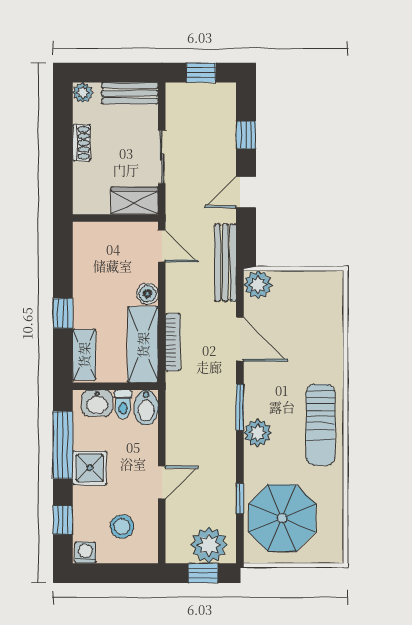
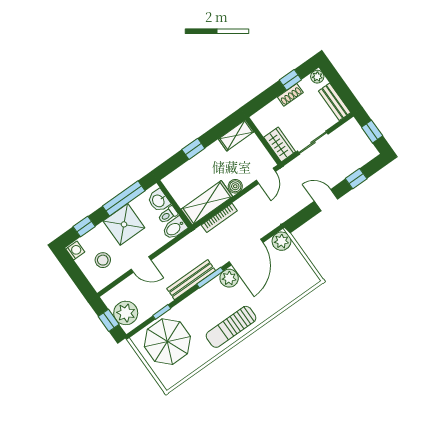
window: (63, 129) -> (290, 80), added
bench: (225, 263) -> (191, 280), moved
door: (240, 339) -> (246, 252), width x1.36
shelving: (84, 355) -> (236, 135), moved
plant: (258, 433) -> (229, 278), moved
shower: (90, 468) -> (124, 224), width x1.36, depth x1.36

